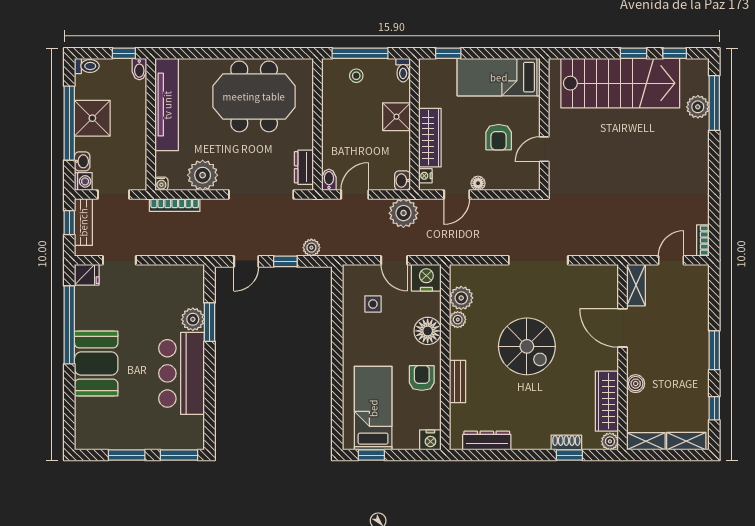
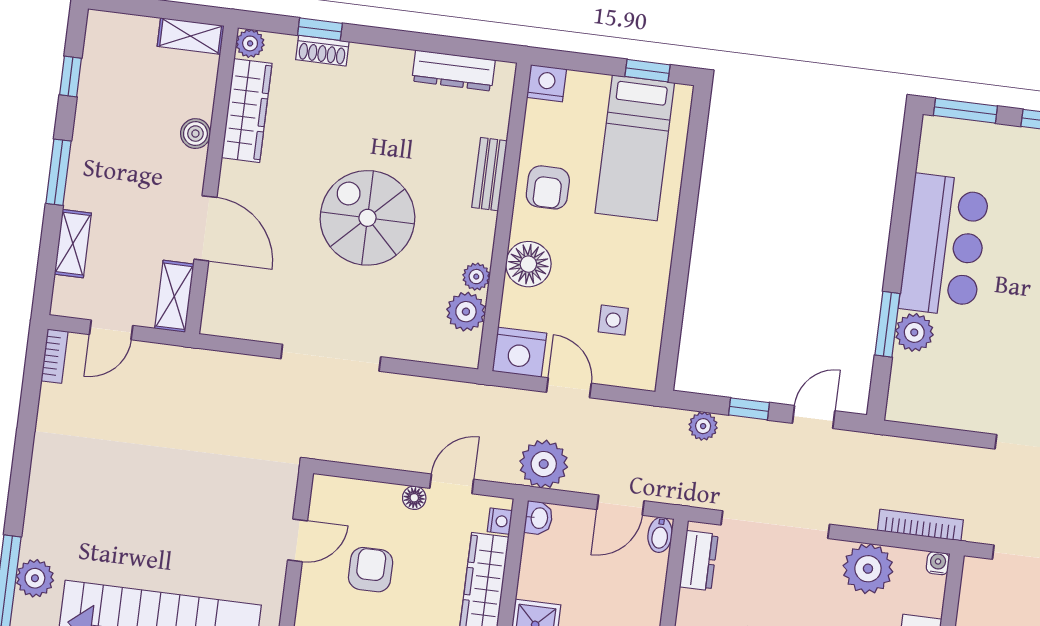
shelving: (686, 441) -> (73, 244), moved, turned 90

